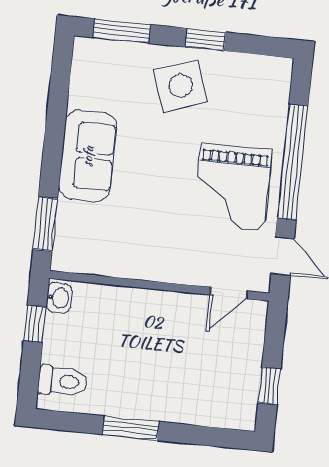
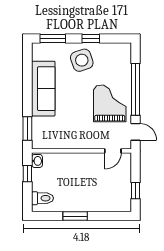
sofa: (88, 156) -> (43, 89), width x1.36
grand piano: (233, 187) -> (110, 103), turned 180

